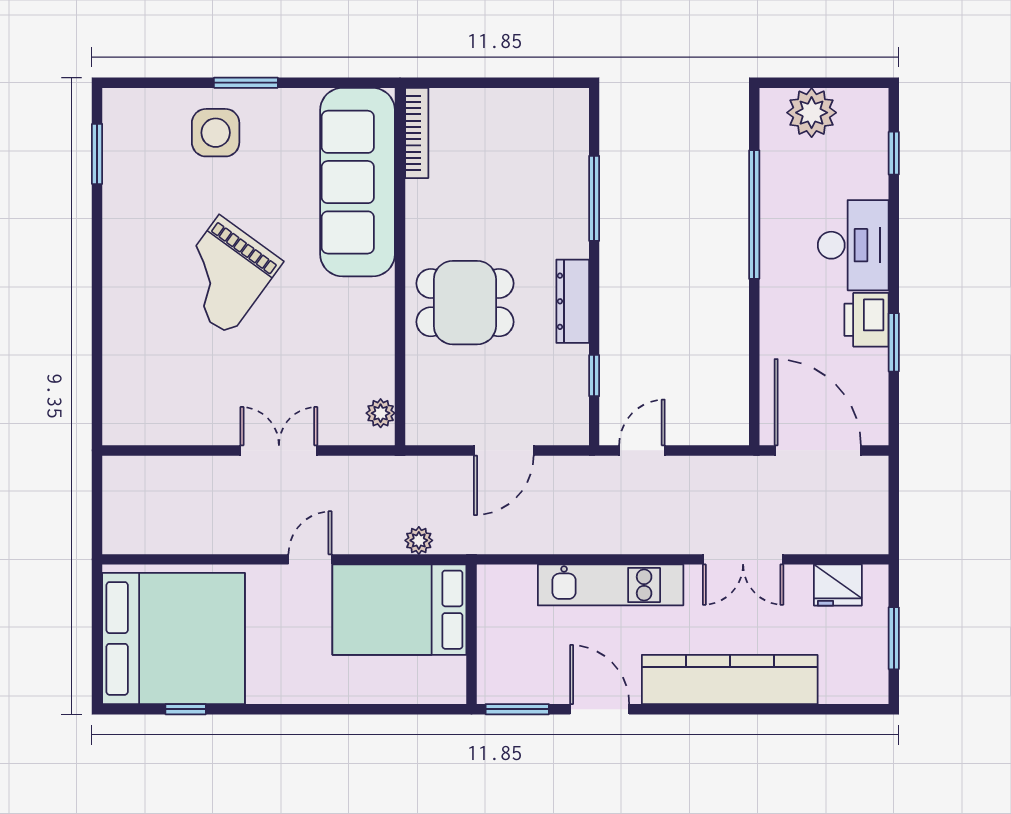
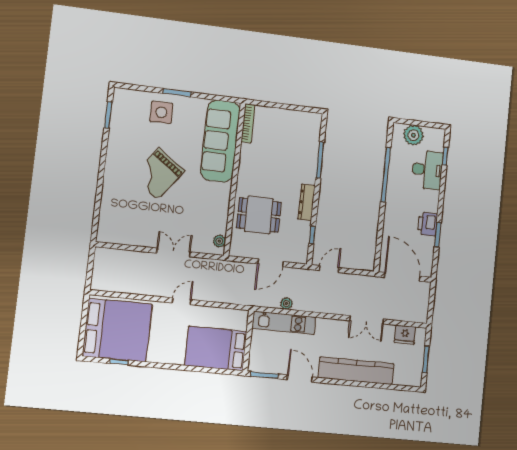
desk: (853, 245) -> (427, 170), moved
dining table: (465, 303) -> (259, 215), moved
plant: (419, 540) -> (286, 304), moved
kitchen unit: (611, 585) -> (284, 323), moved
bed: (399, 610) -> (216, 348), moved

